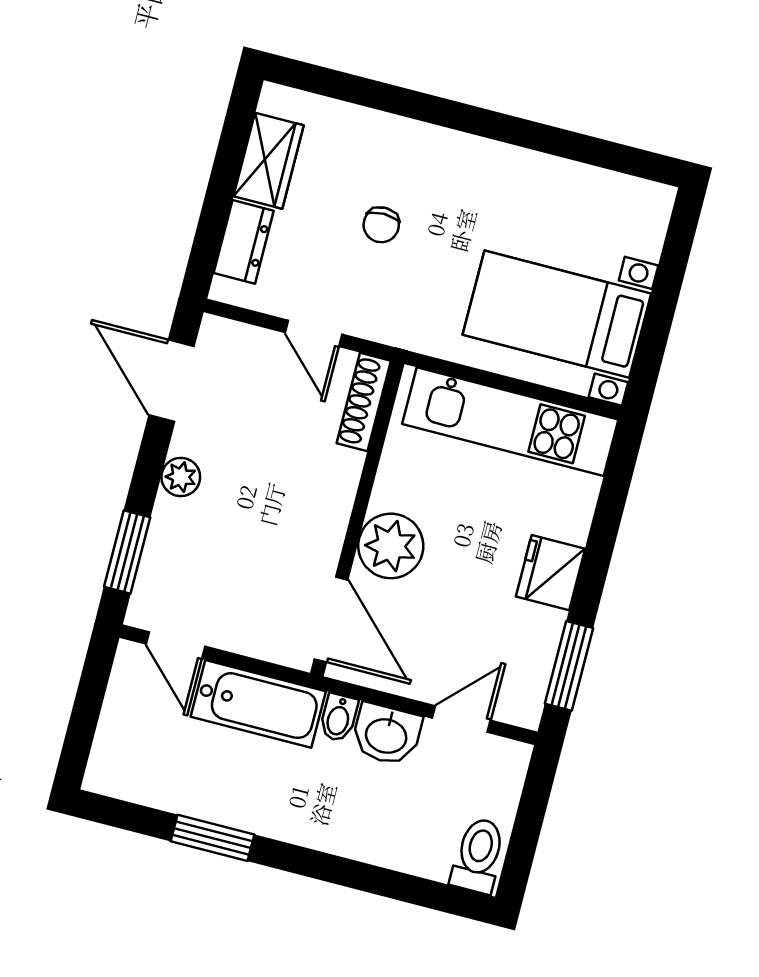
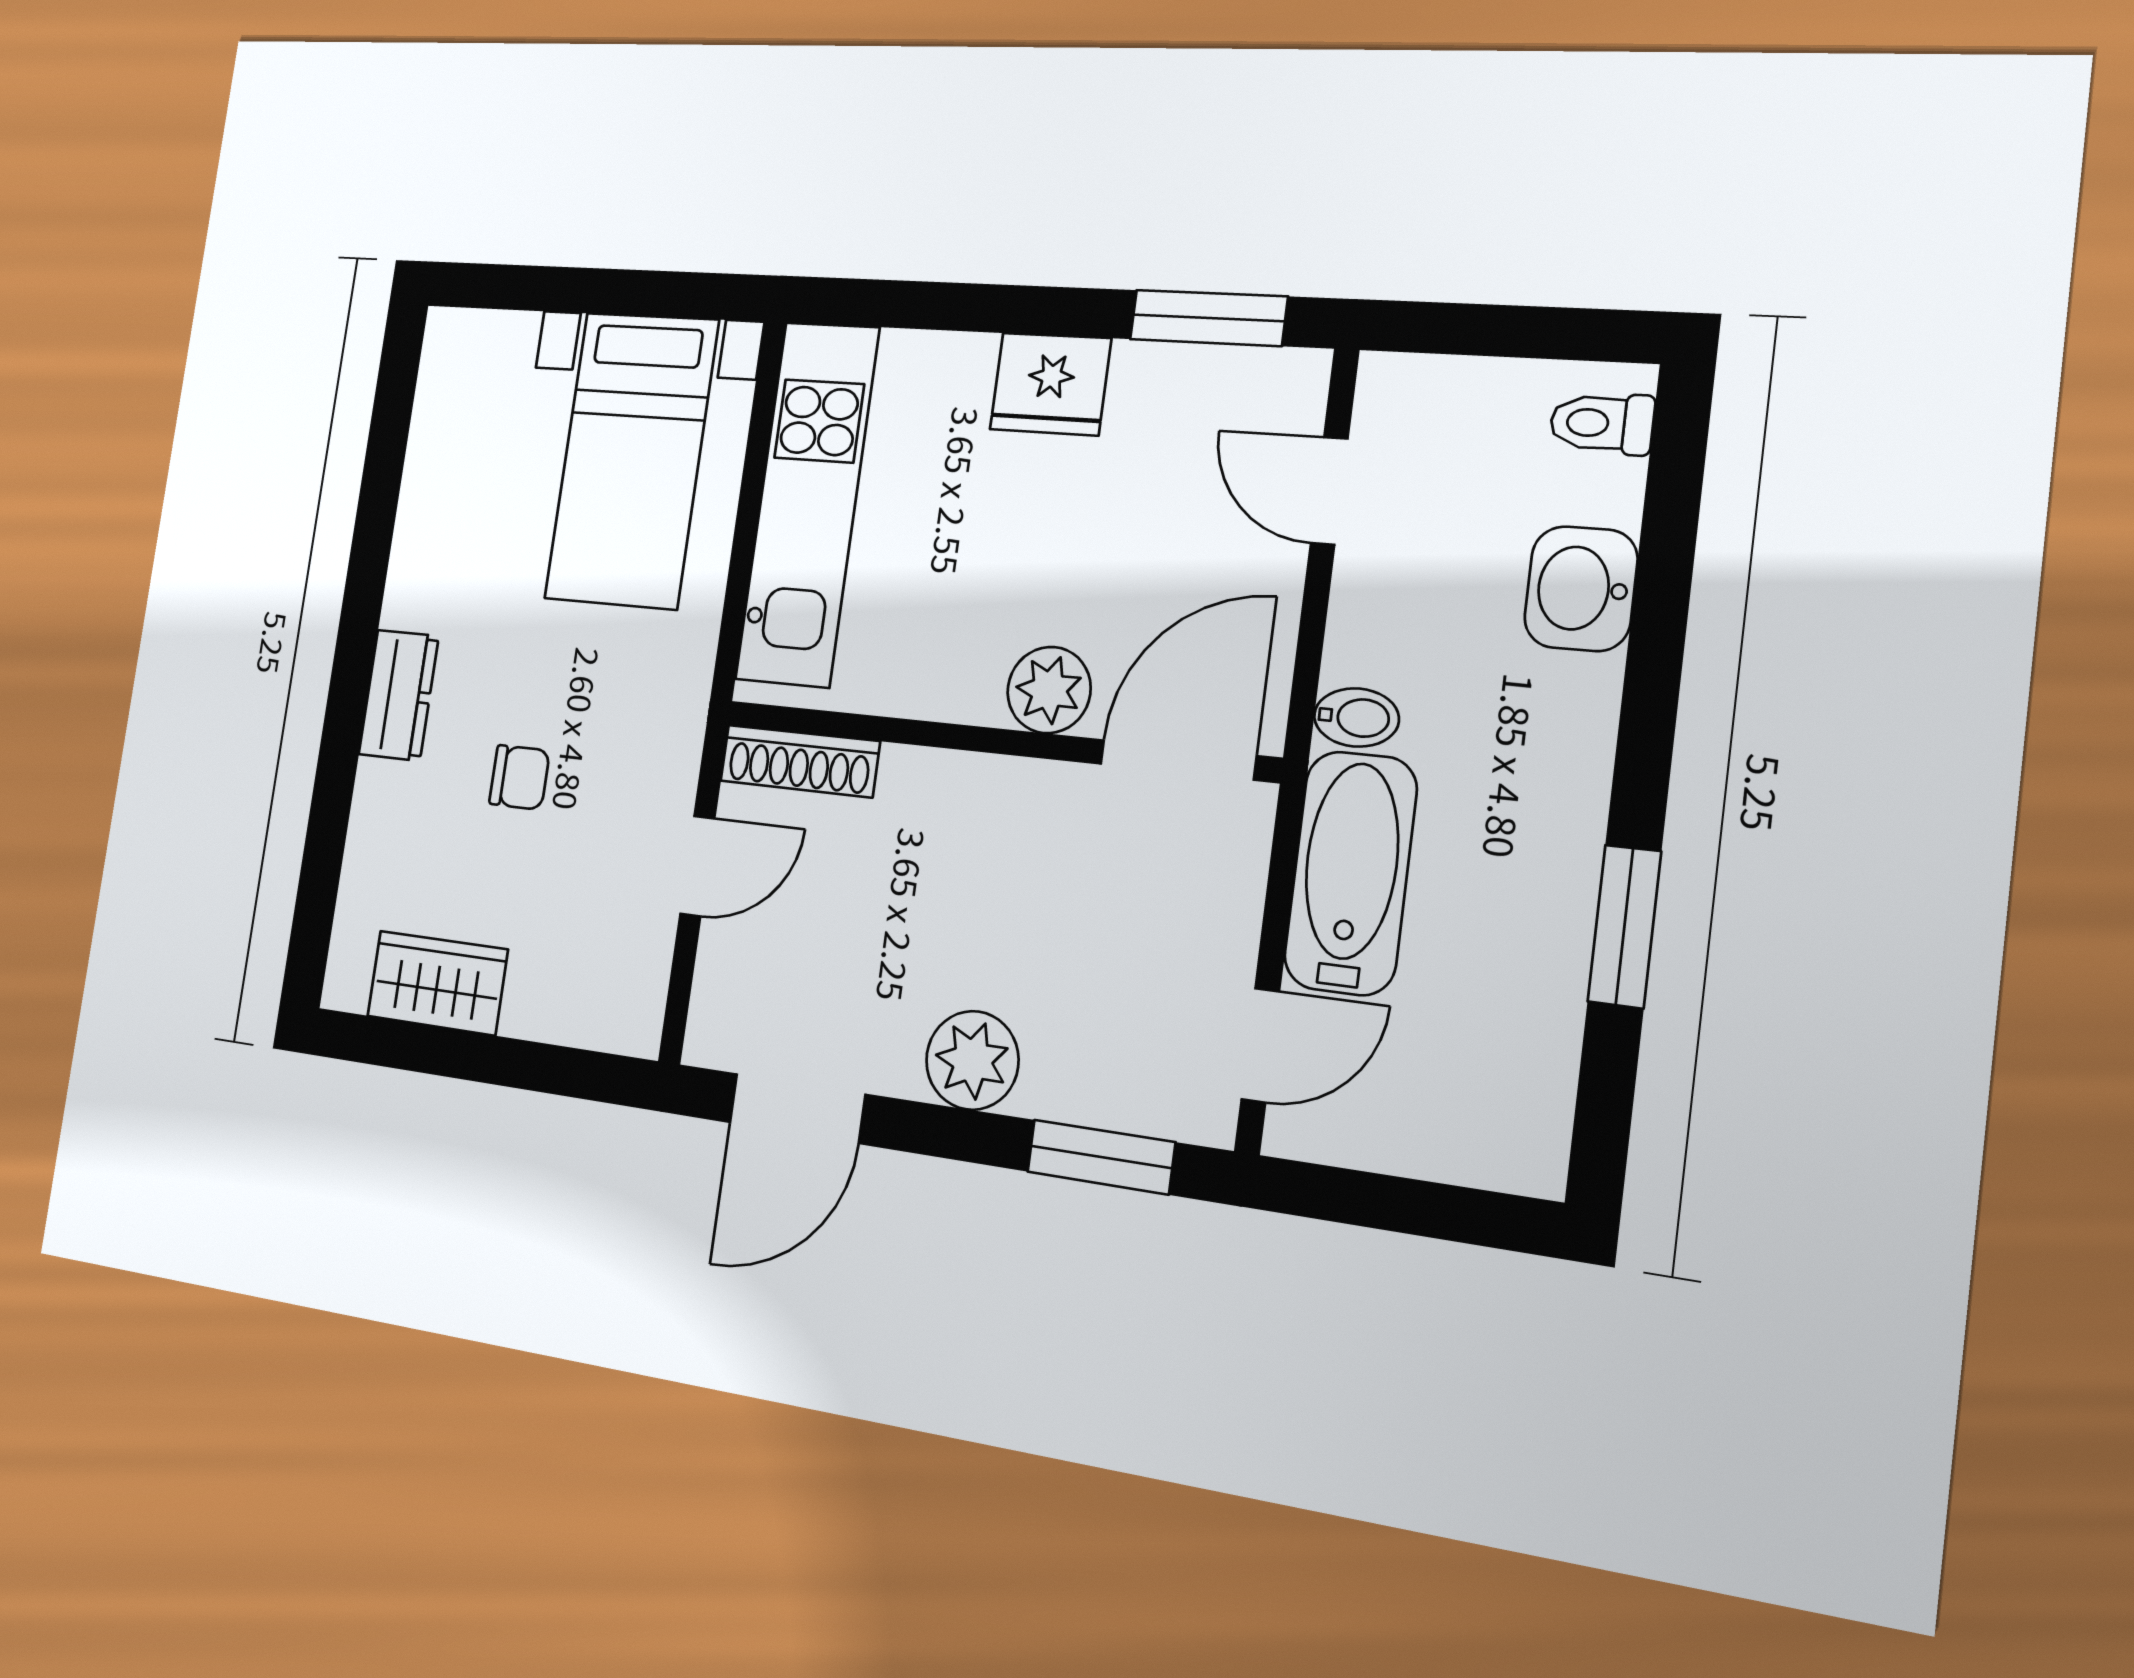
dresser: (244, 242) -> (399, 695), moved, turned 90
plant: (181, 477) -> (972, 1060), width x1.38, depth x1.38
plant: (391, 546) -> (1049, 690), width x0.73, depth x0.73
washbasin: (386, 734) -> (1581, 589), moved, turned 180
toilet: (478, 855) -> (1602, 423), width x0.73, depth x0.72

